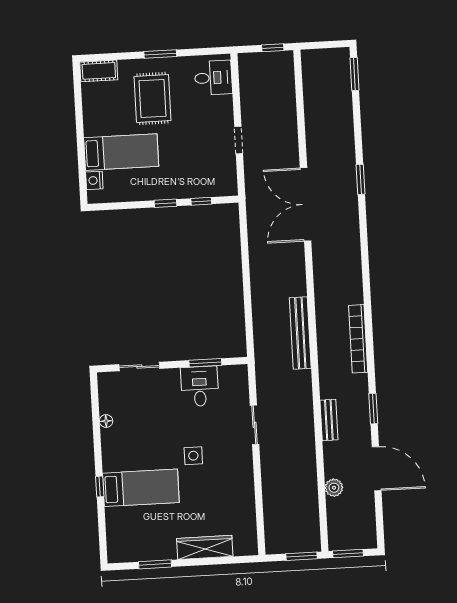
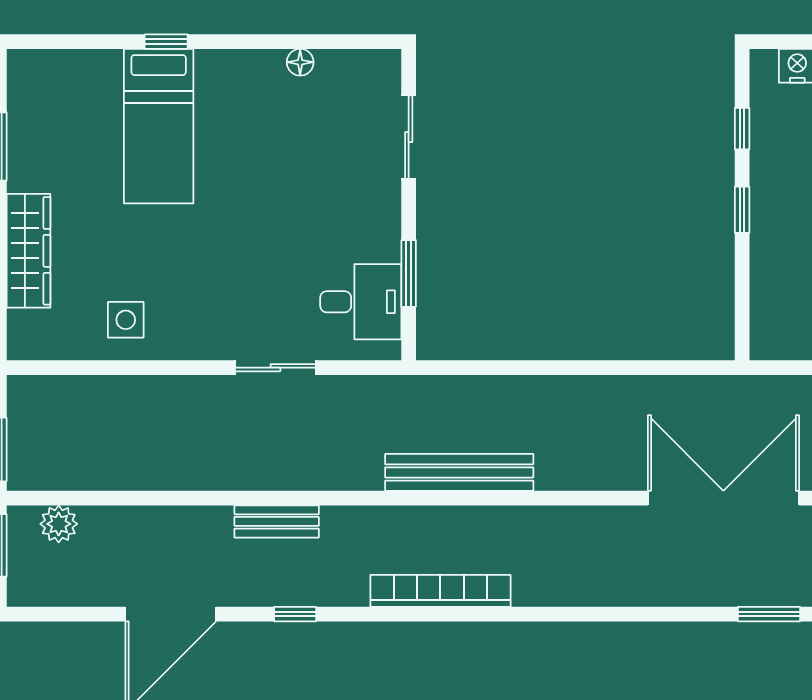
window: (201, 201) -> (742, 129), moved
desk: (200, 386) -> (361, 302), moved
window: (373, 409) -> (295, 614), width x0.67
side table: (193, 456) -> (126, 320), moved
plant: (334, 488) -> (59, 524), moved

